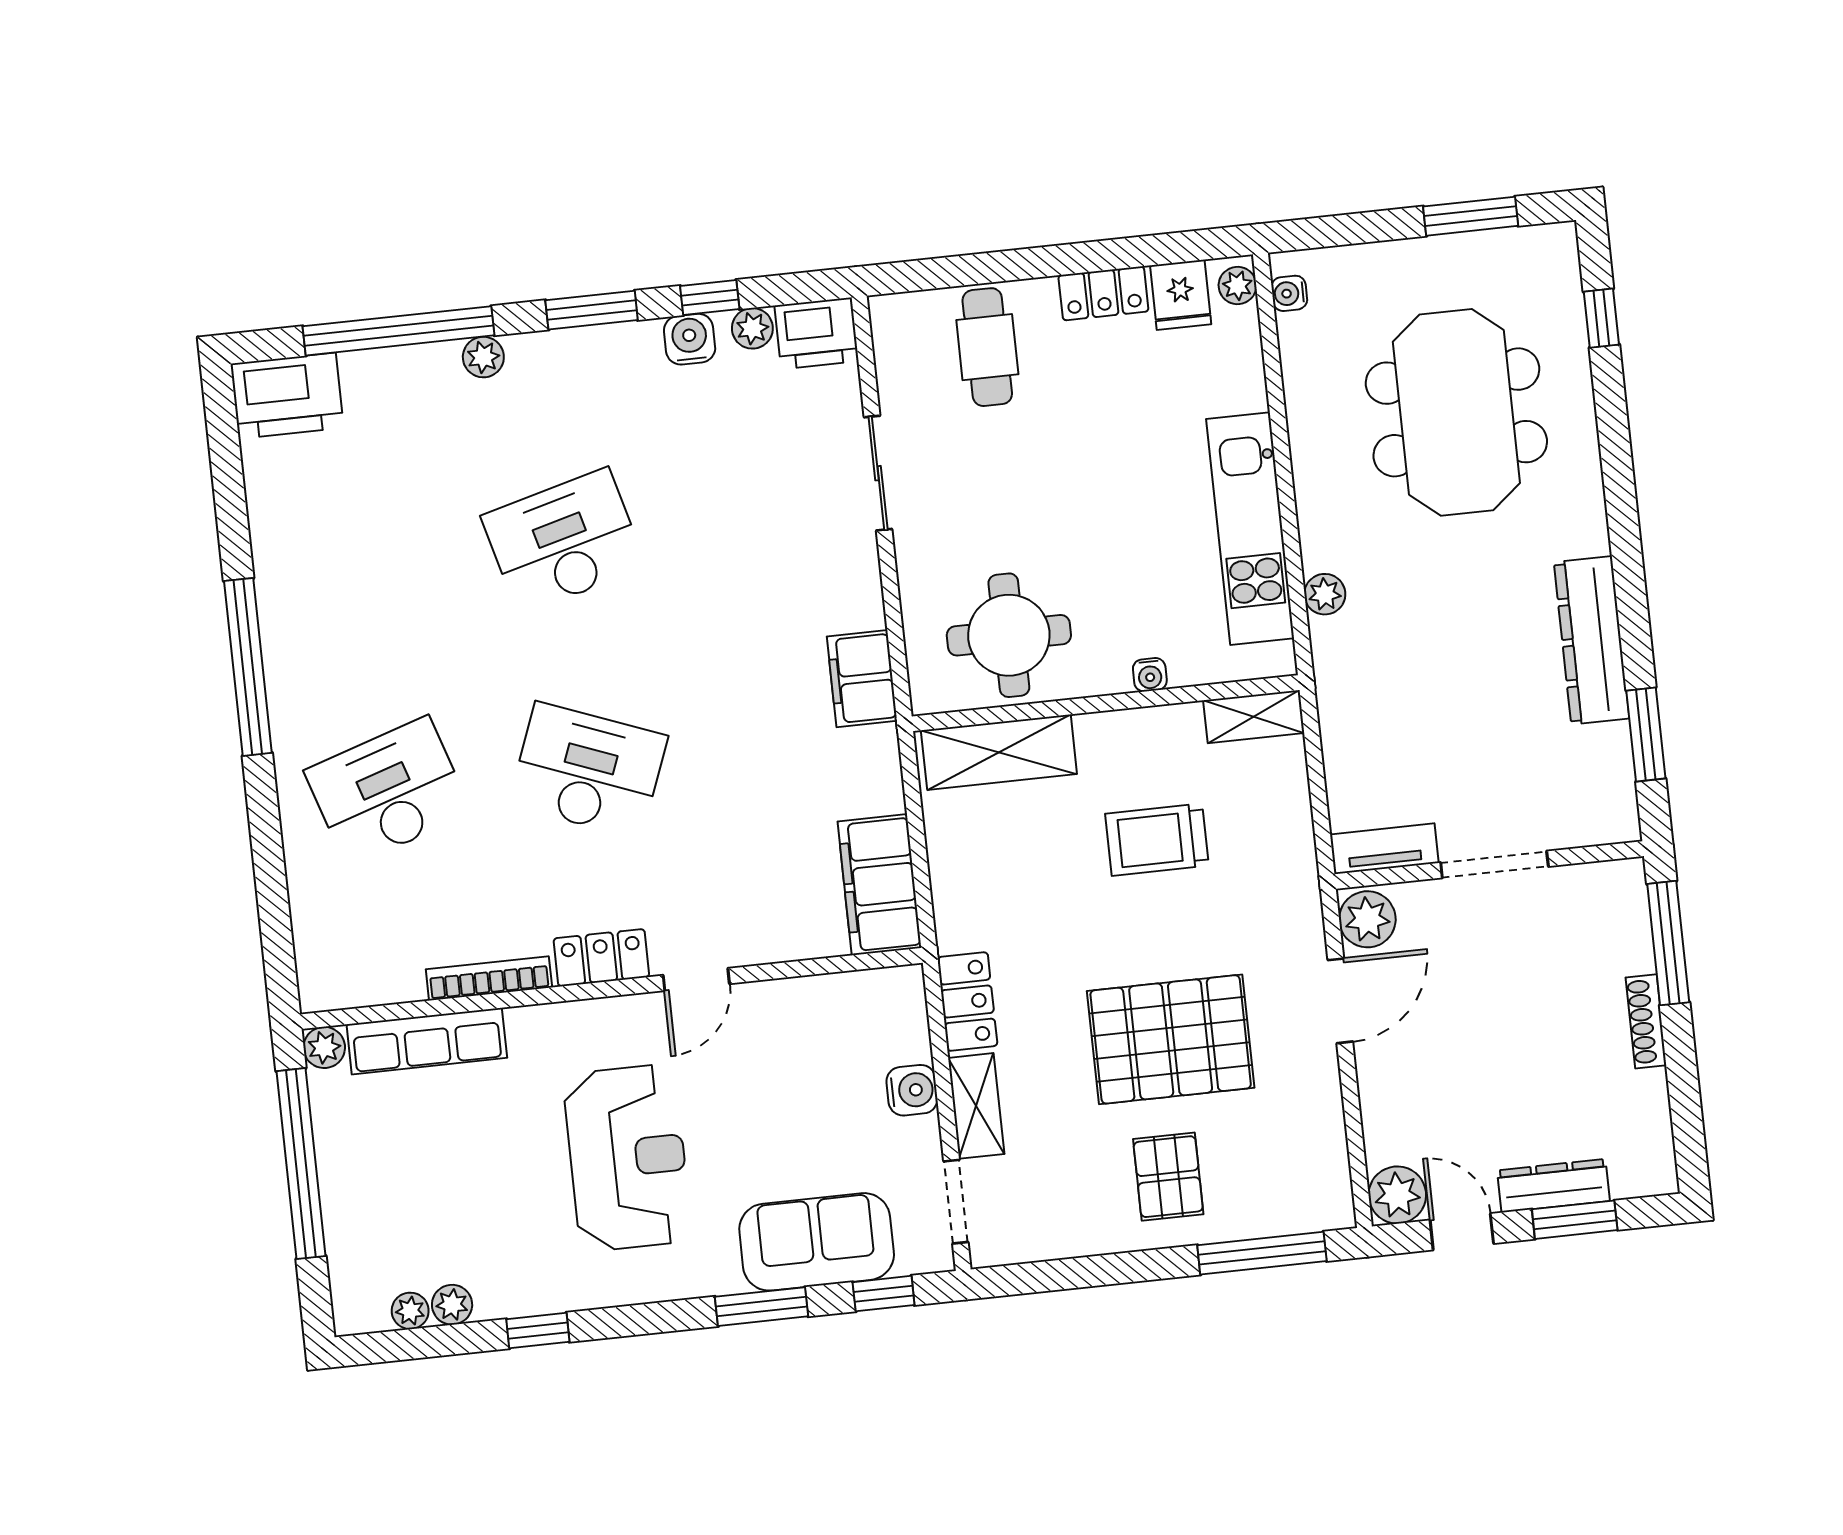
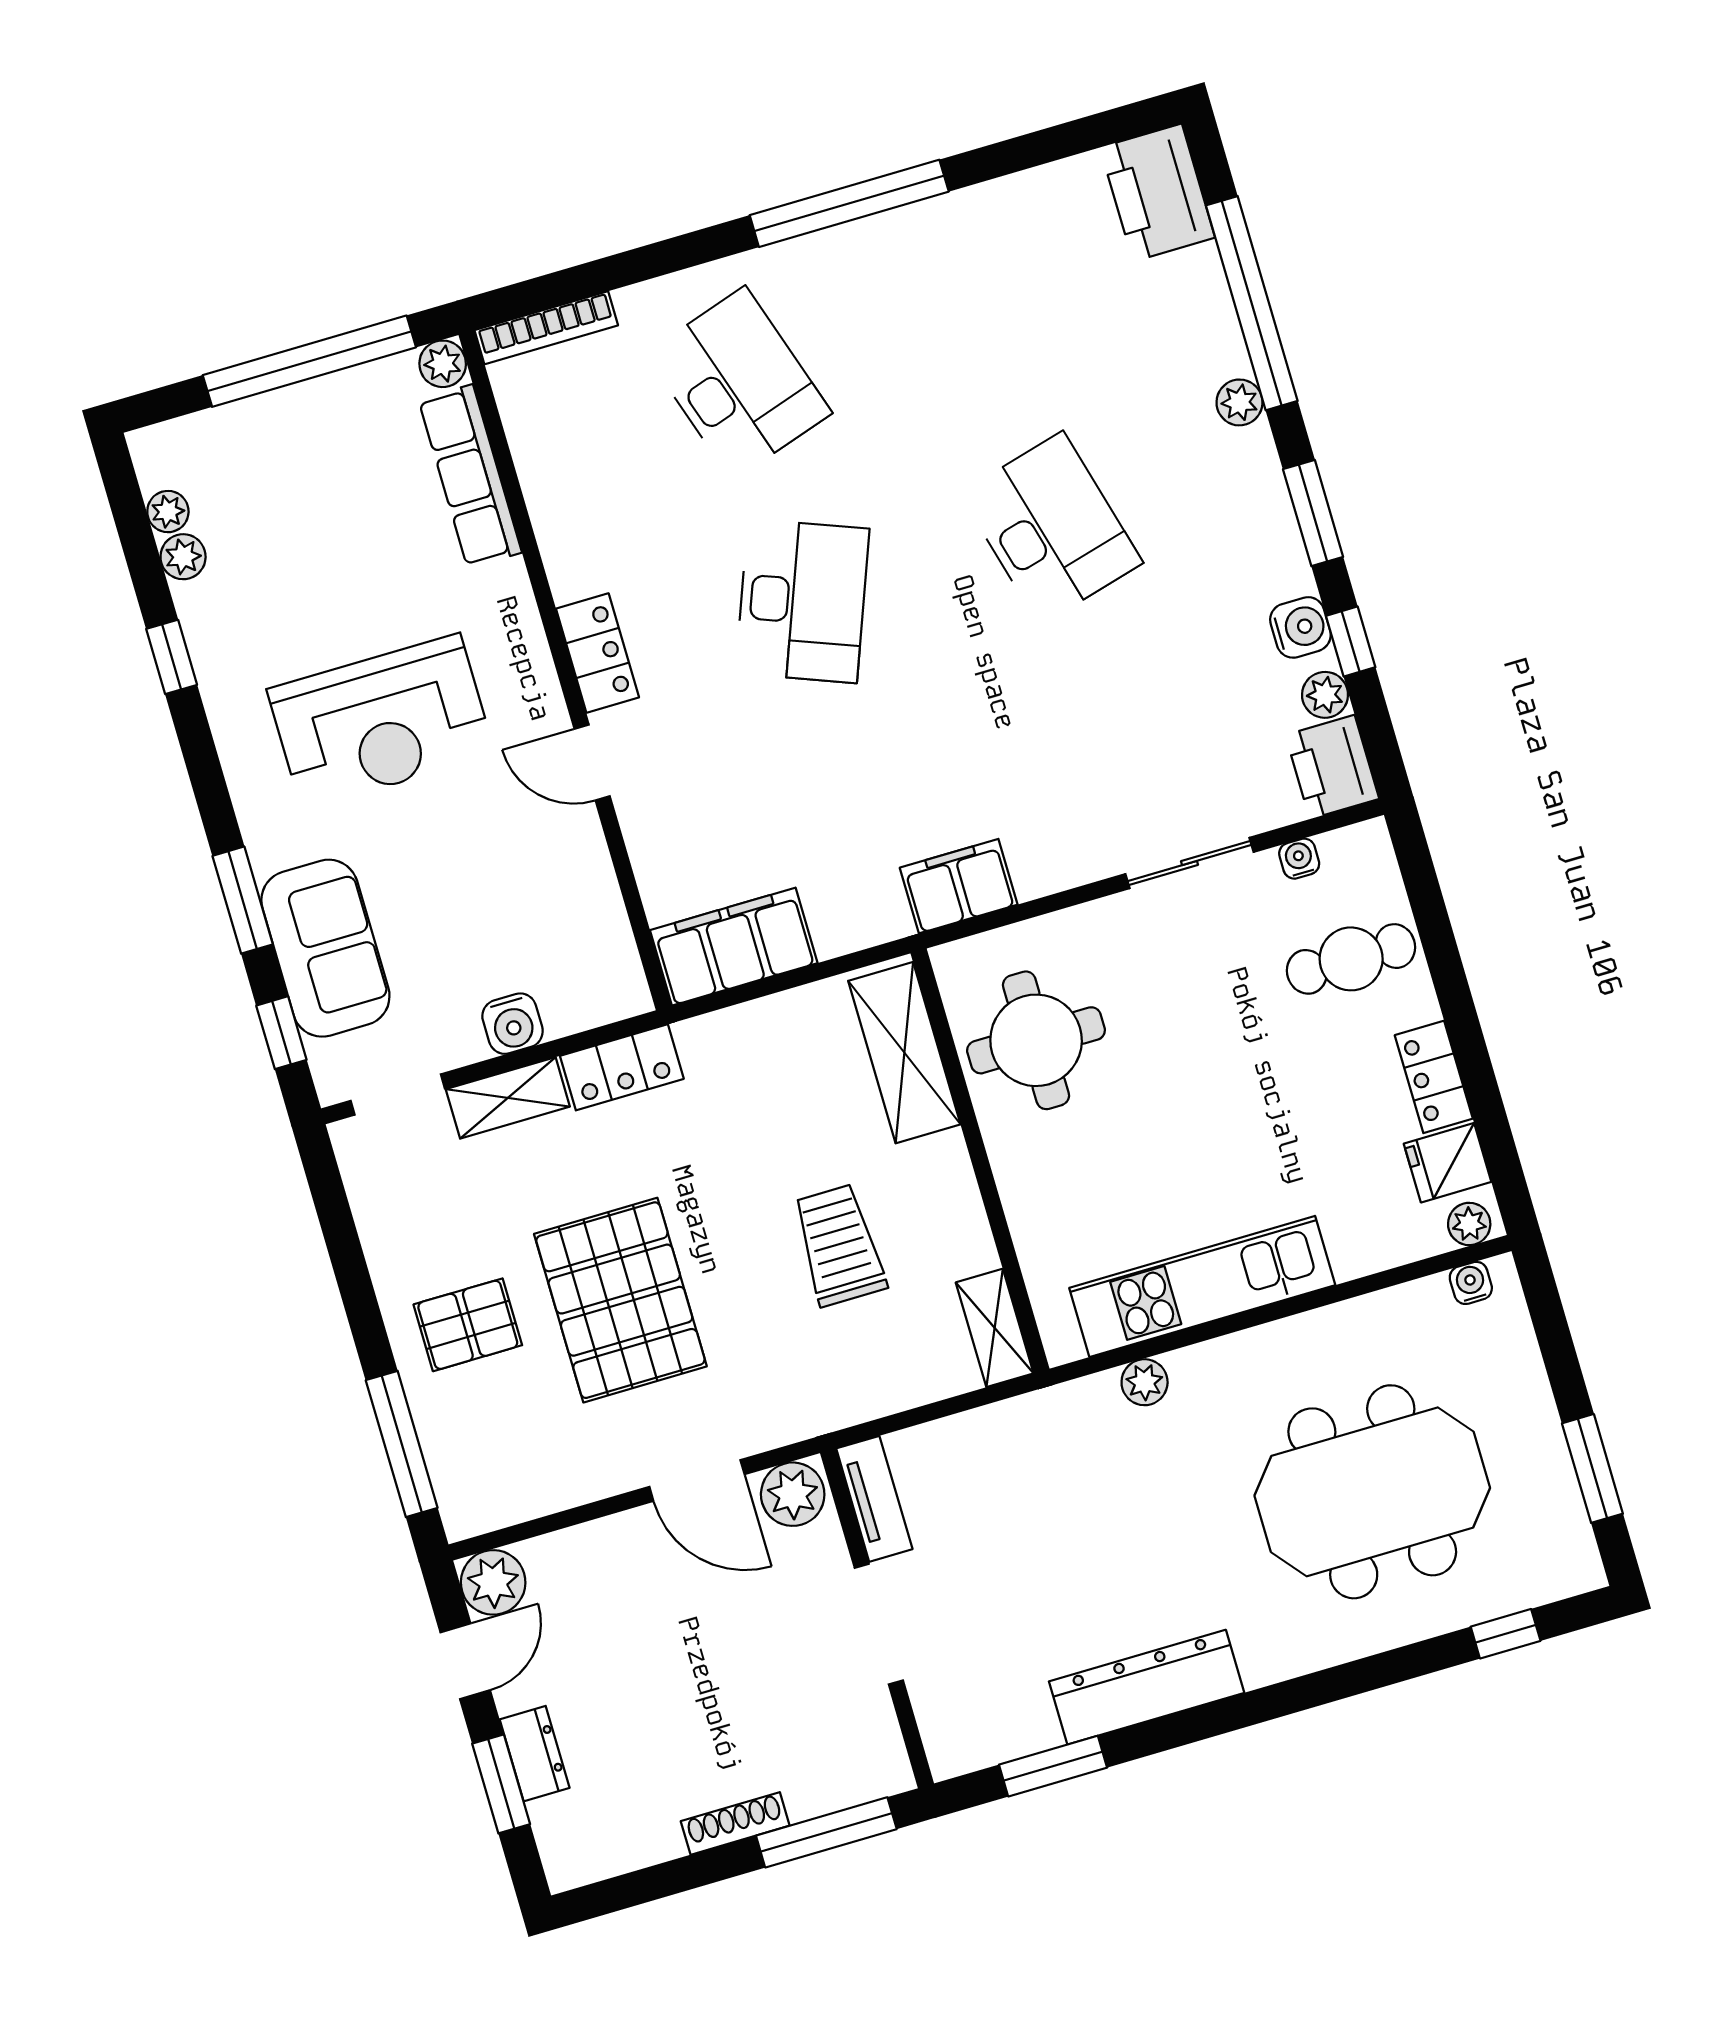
water cooler: (1150, 675) -> (1299, 859), moved, turned 90
bookcase: (489, 978) -> (546, 328), moved, turned 90
dresser: (1553, 1186) -> (535, 1754), width x0.70

